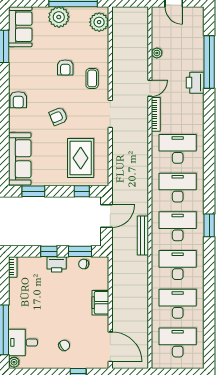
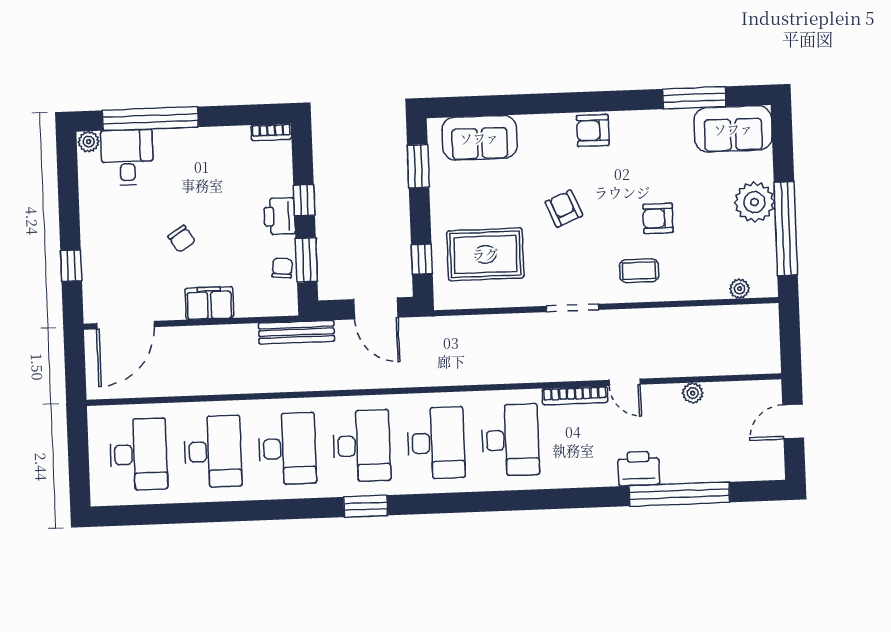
plant: (99, 22) -> (739, 289), width x0.53, depth x0.53
sofa: (20, 159) -> (479, 138), width x0.73
bench: (143, 235) -> (296, 332), moved
chair: (64, 345) -> (182, 239), moved

